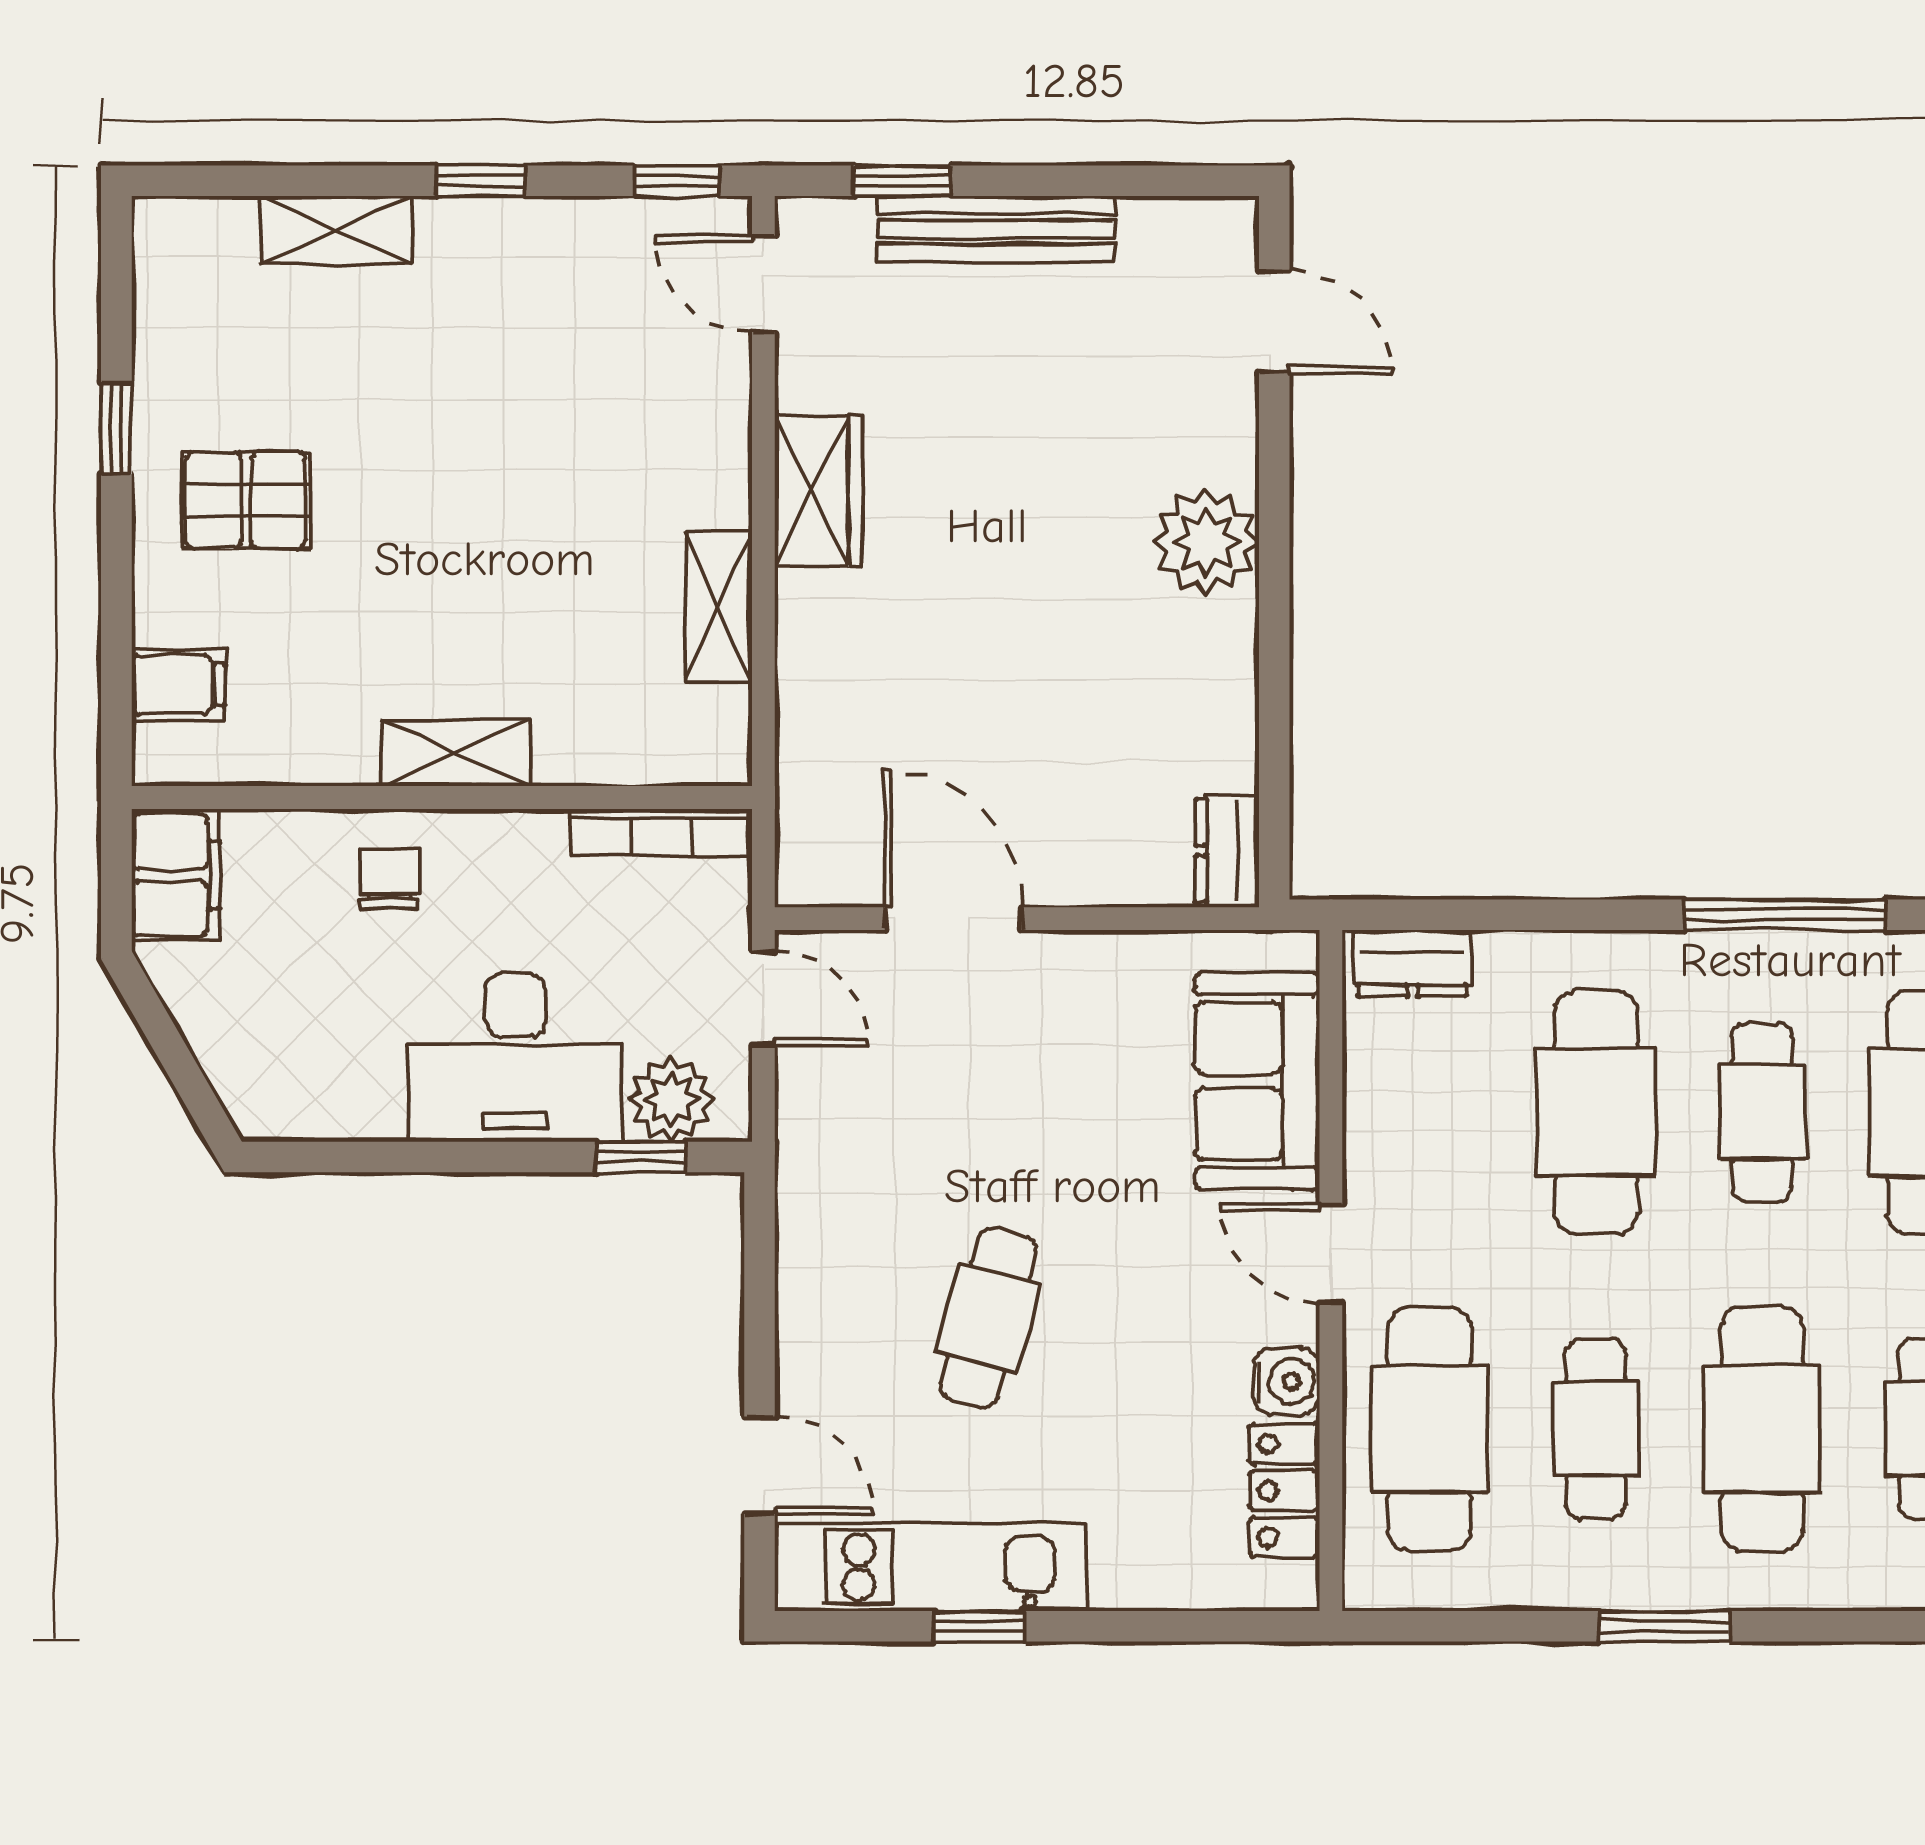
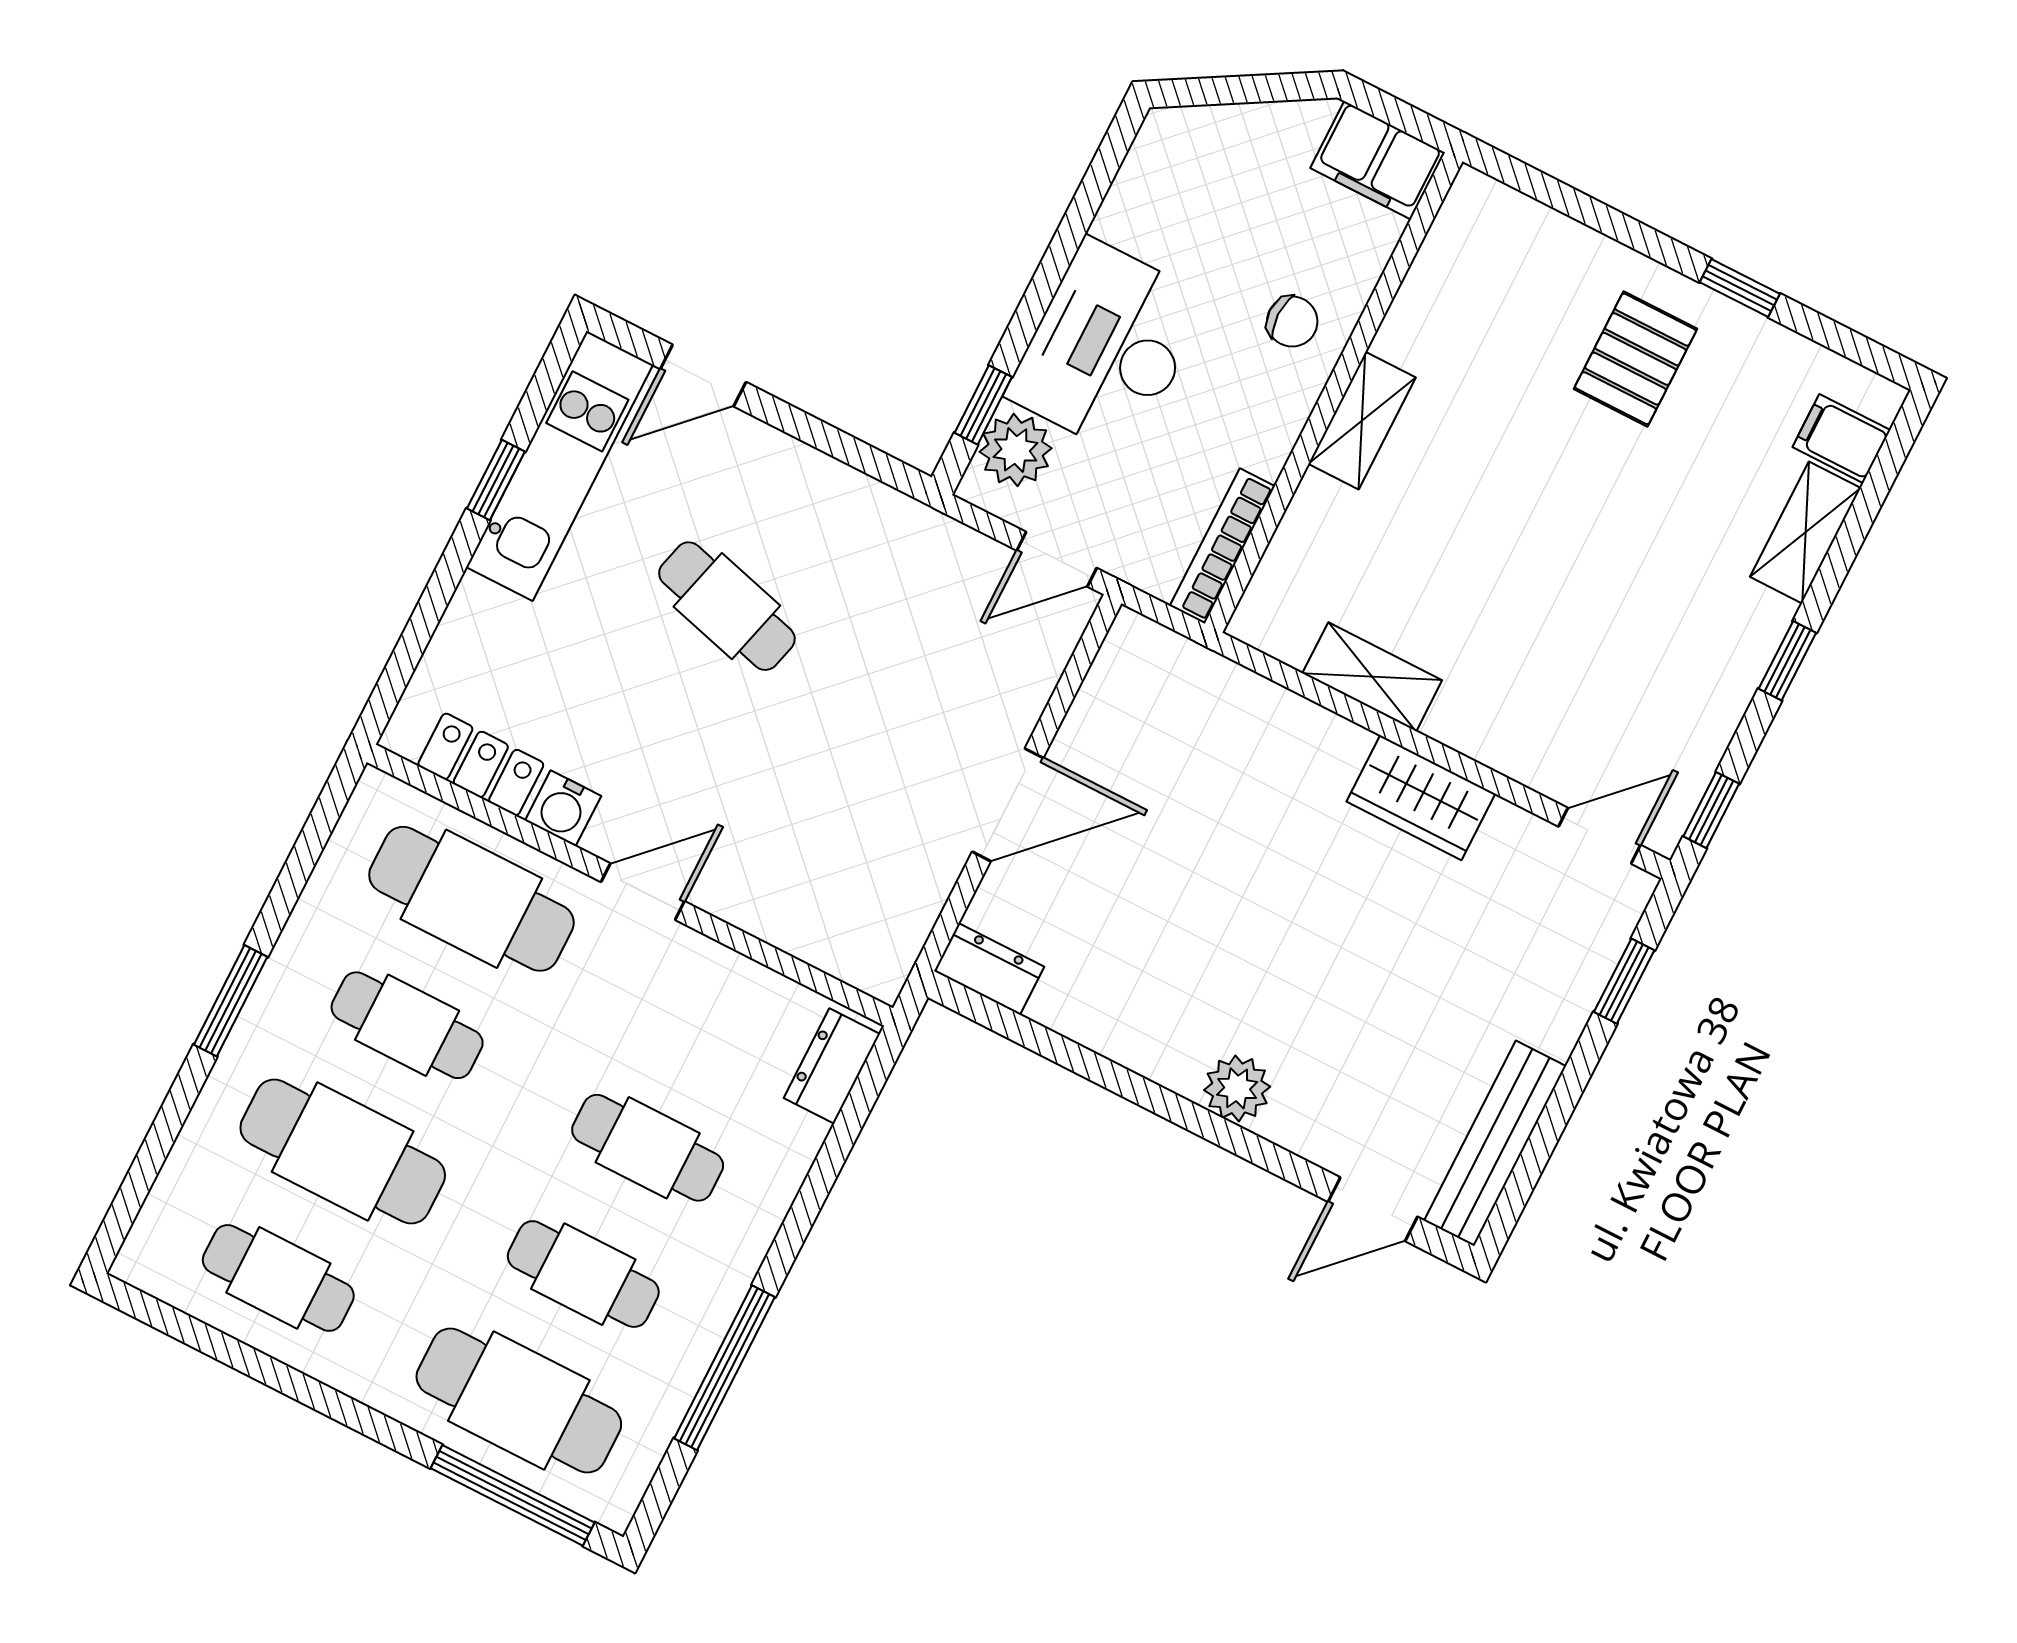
bench: (996, 229) -> (1495, 1143), moved
plant: (1206, 542) -> (1237, 1088), width x0.73, depth x0.73
filing cabinet: (178, 685) -> (1841, 439), moved, turned 90
door: (953, 919) -> (1008, 805), moved
sofa: (1257, 1081) -> (802, 902), removed
cafe table: (1596, 1112) -> (648, 1148), width x0.73, depth x0.74

